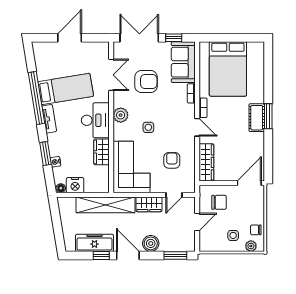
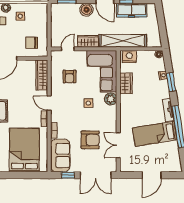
armchair: (146, 82) -> (90, 140), turned 180
plant: (121, 115) -> (111, 99), moved
desk: (95, 120) -> (131, 109), removed
nightstand: (75, 185) -> (129, 57), moved
door: (197, 222) -> (49, 27), removed

